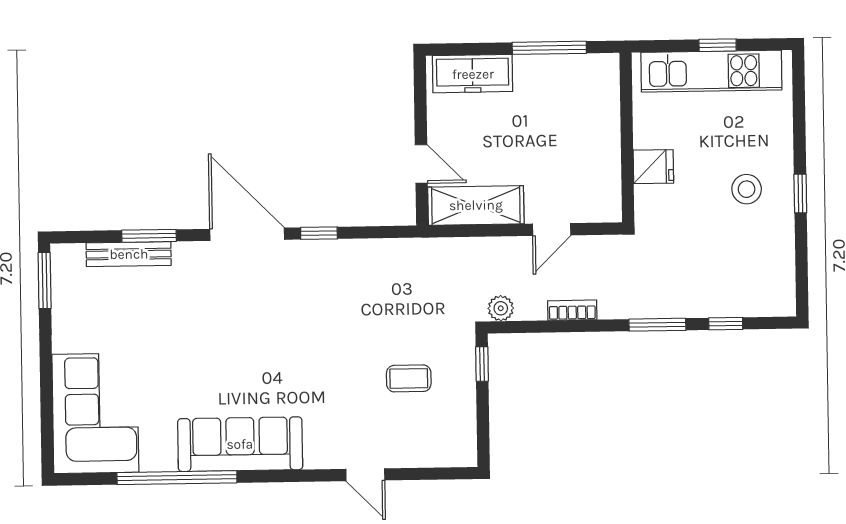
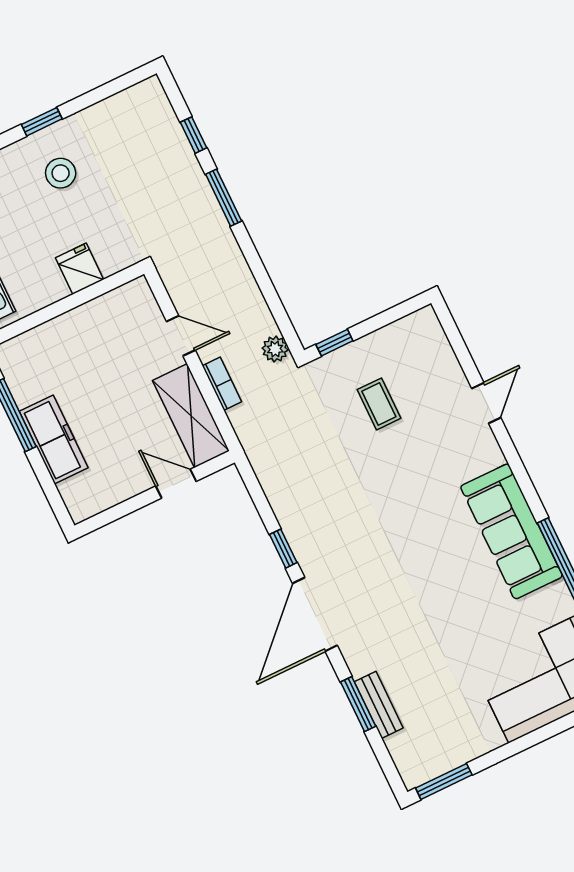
freezer: (473, 74) -> (54, 439), moved
door: (421, 164) -> (176, 484), hinge flipped
bench: (129, 254) -> (379, 705), width x0.73
bookcase: (572, 310) -> (222, 384), moved, turned 180

